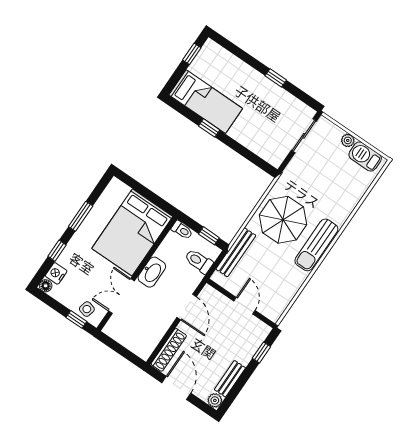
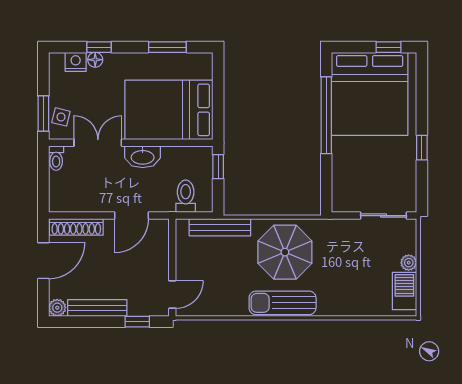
bed: (206, 102) -> (370, 94), width x2.04
window: (209, 128) -> (326, 115), width x3.17
window: (81, 216) -> (167, 47), moved
toilet: (182, 230) -> (56, 158), moved
window: (209, 236) -> (218, 167), moved
floor lamp: (46, 286) -> (95, 60), moved
door: (244, 306) -> (172, 295), moved
window: (76, 319) -> (43, 114), width x1.50
bench: (230, 379) -> (97, 308), width x1.36

